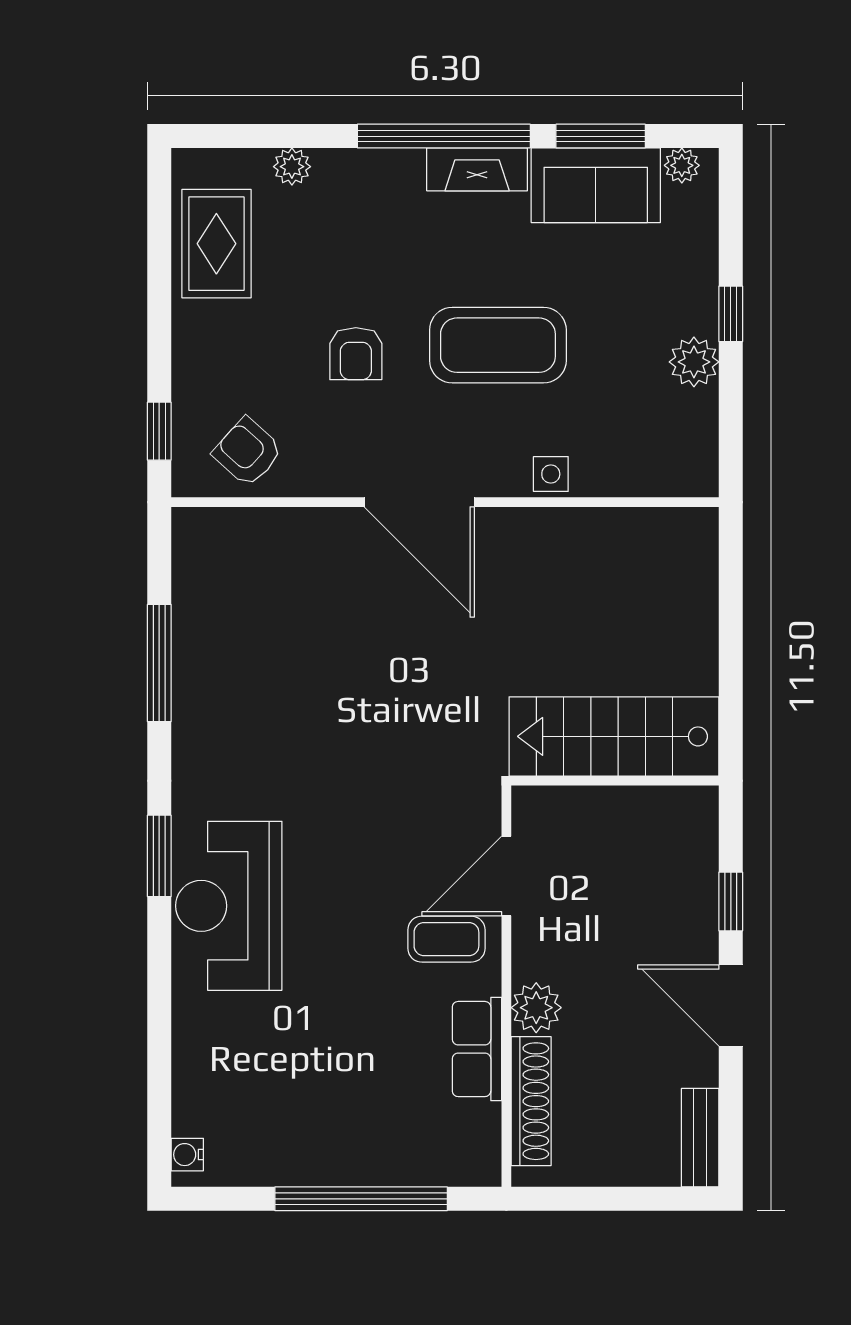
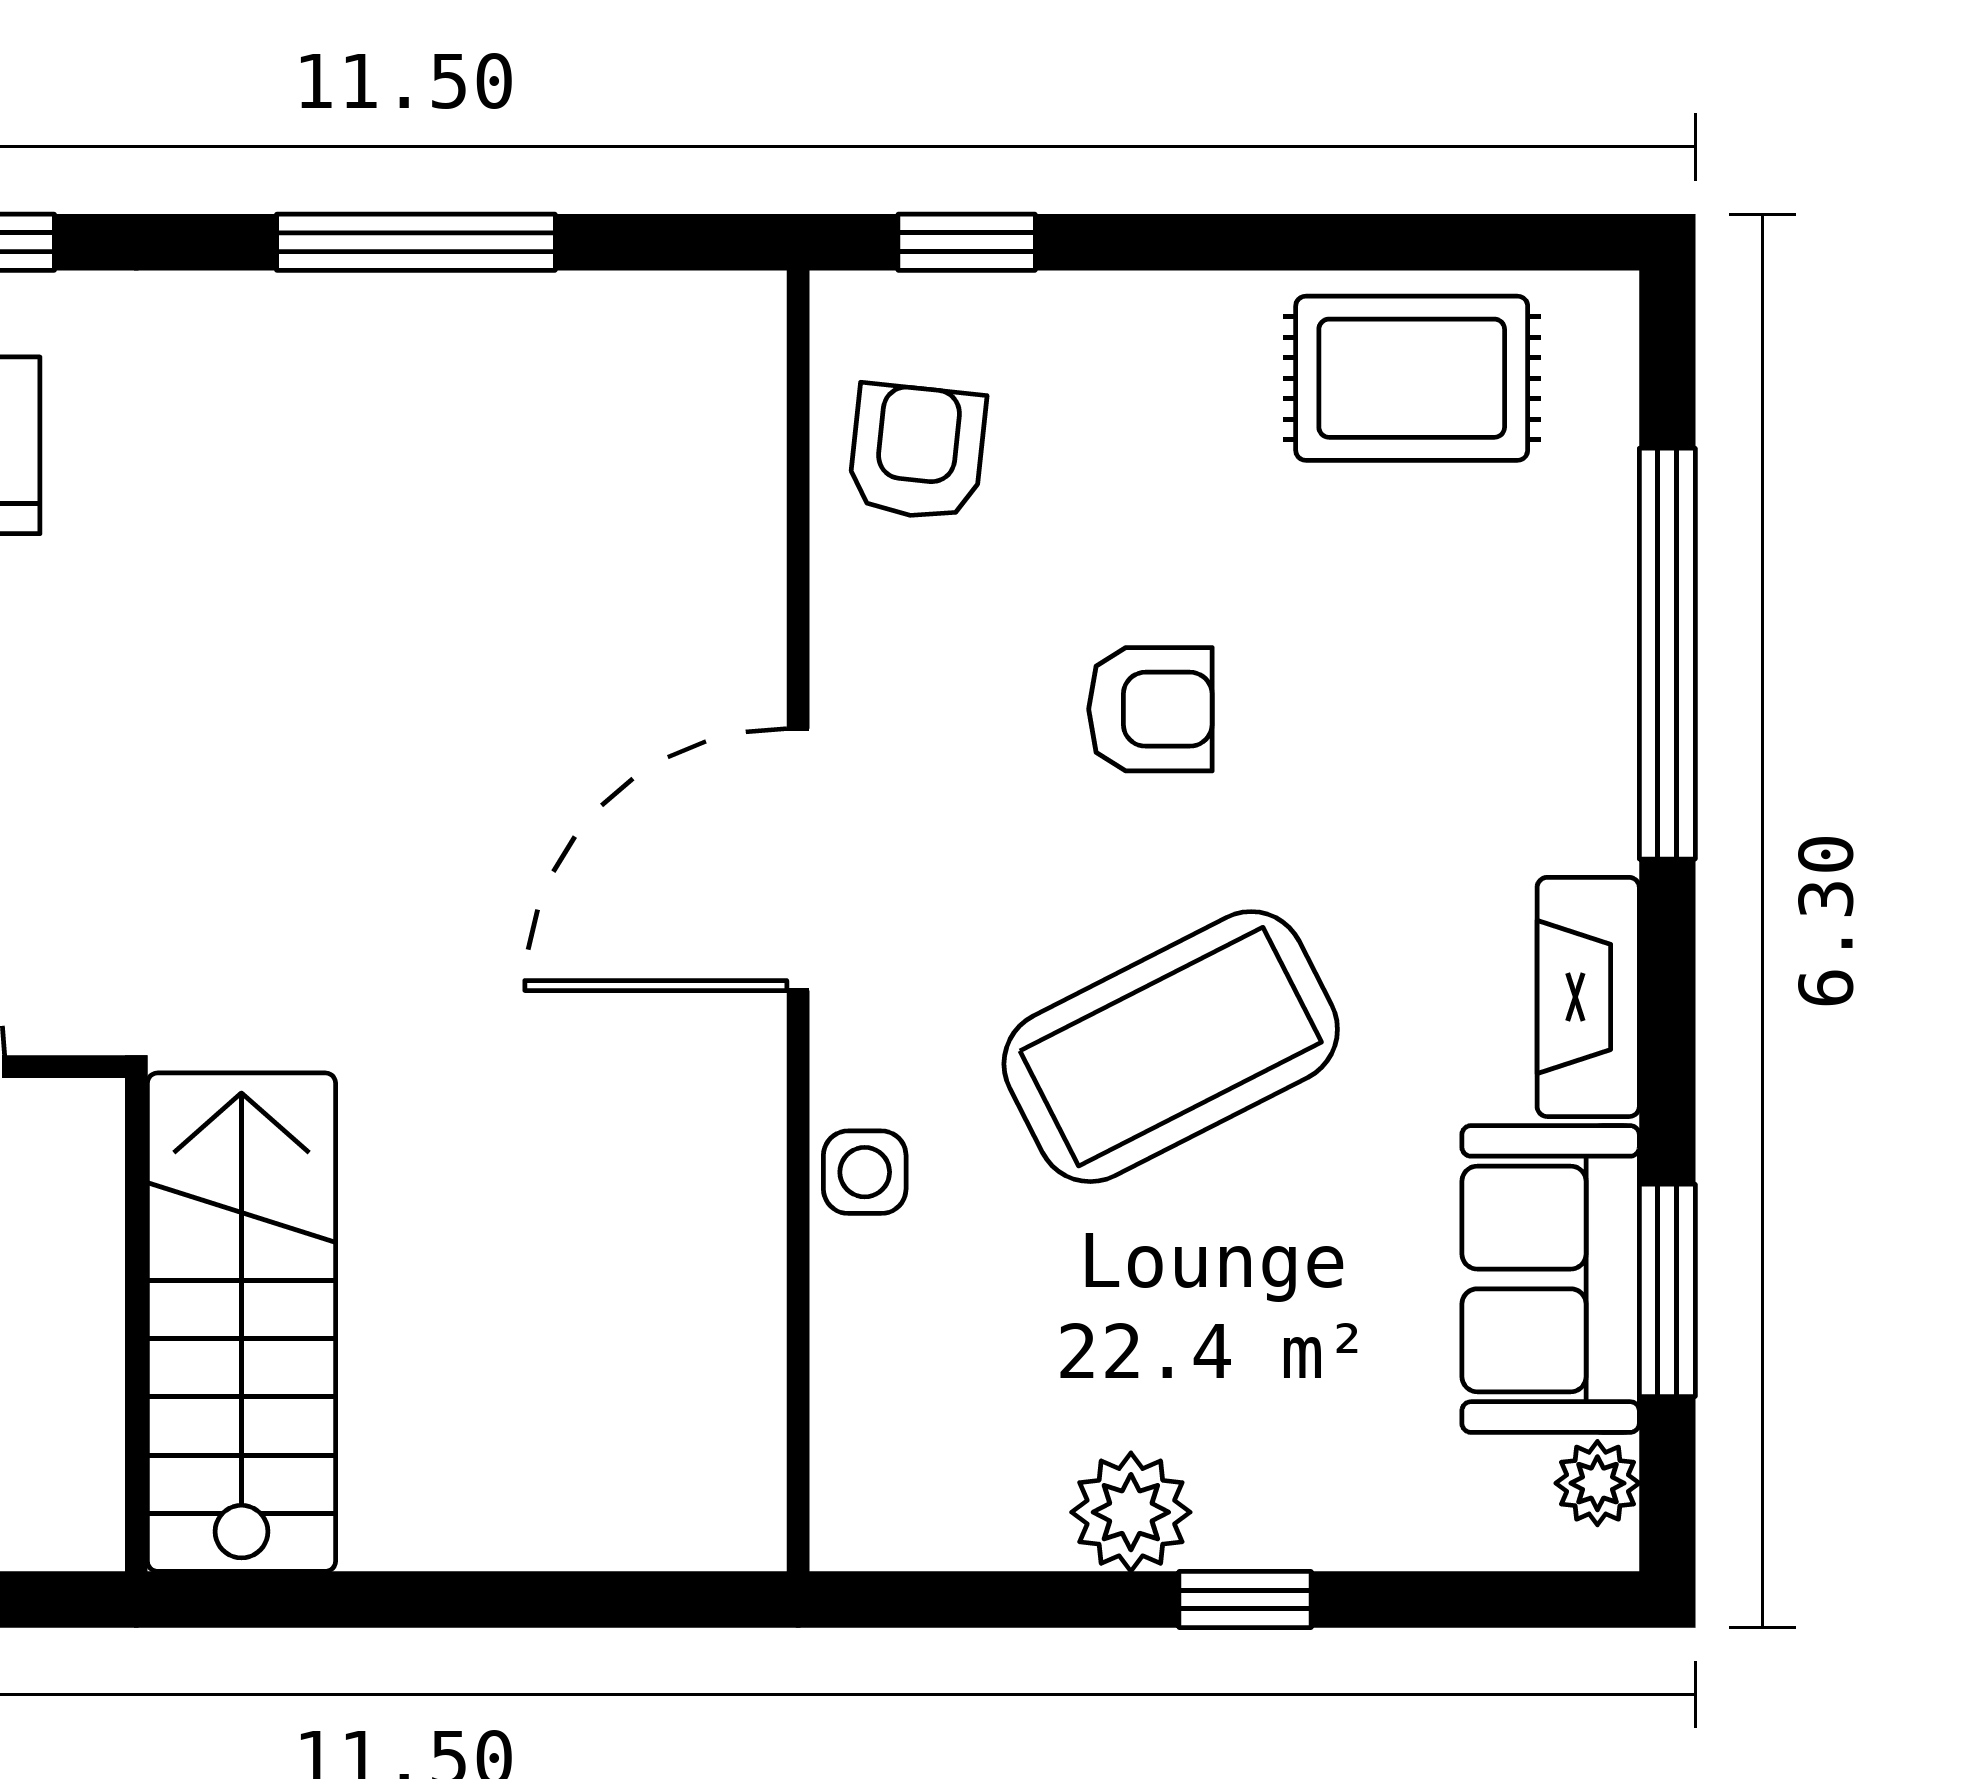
window: (444, 136) -> (1667, 654), moved
plant: (292, 167) -> (1595, 557), removed
coffee table: (498, 345) -> (1171, 1047), turned 63
armchair: (356, 354) -> (1150, 709), turned 180
armchair: (248, 452) -> (917, 452), turned -36

